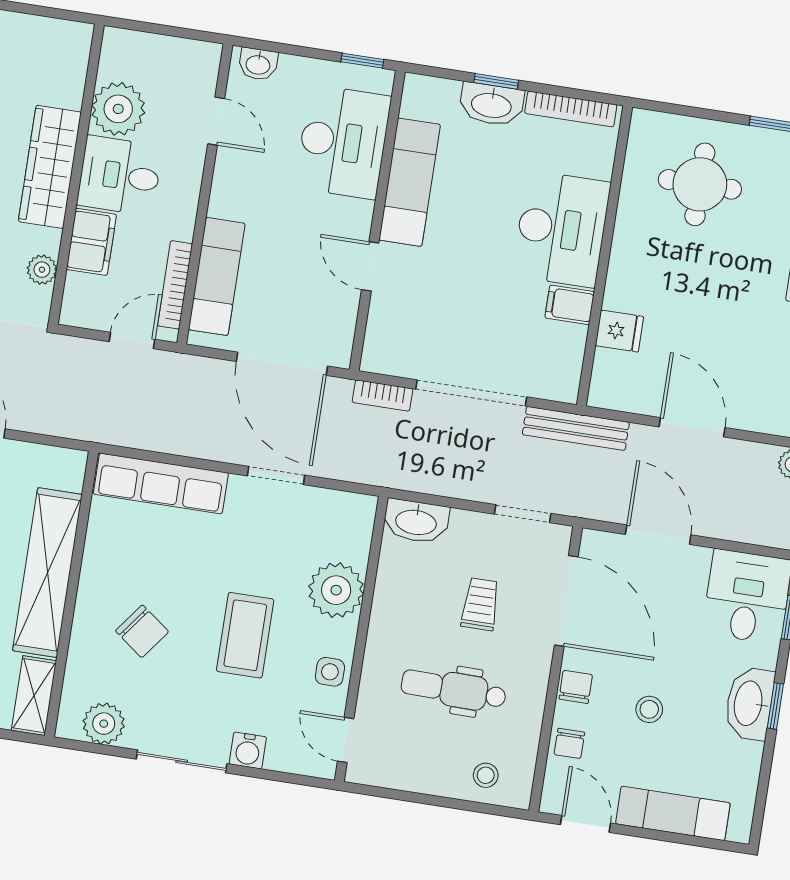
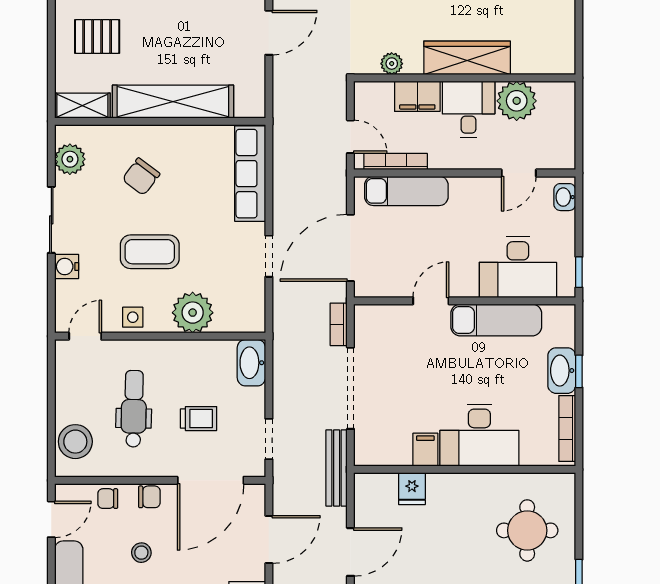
stool: (486, 775) -> (75, 442), width x1.89, depth x1.89

